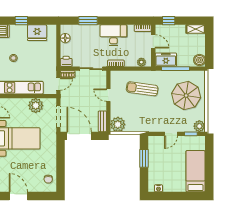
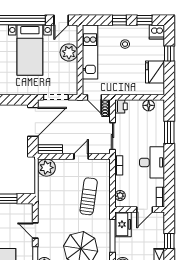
window: (169, 21) -> (169, 241), moved
plant: (36, 105) -> (69, 52), moved

